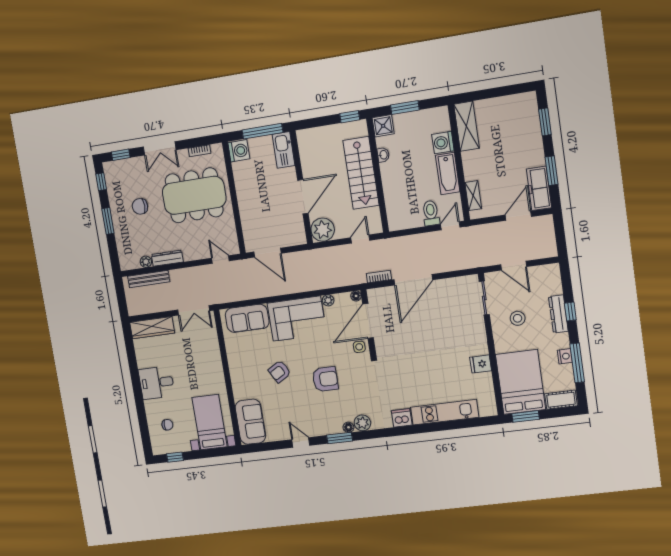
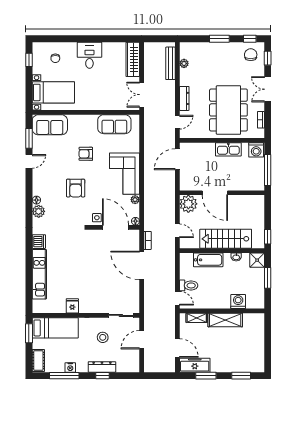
shelving: (467, 126) -> (225, 320), moved
kitchen sink: (283, 150) -> (228, 149), moved, turned 180
bathtub: (448, 173) -> (208, 260), moved, turned 180
chair: (140, 206) -> (251, 55), moved
dresser: (167, 258) -> (184, 98), moved
sofa: (247, 318) -> (114, 124), moved, turned -90
armchair: (279, 372) -> (86, 154), turned -60
bed: (520, 382) -> (55, 328), width x0.67
window: (340, 438) -> (29, 138), moved

